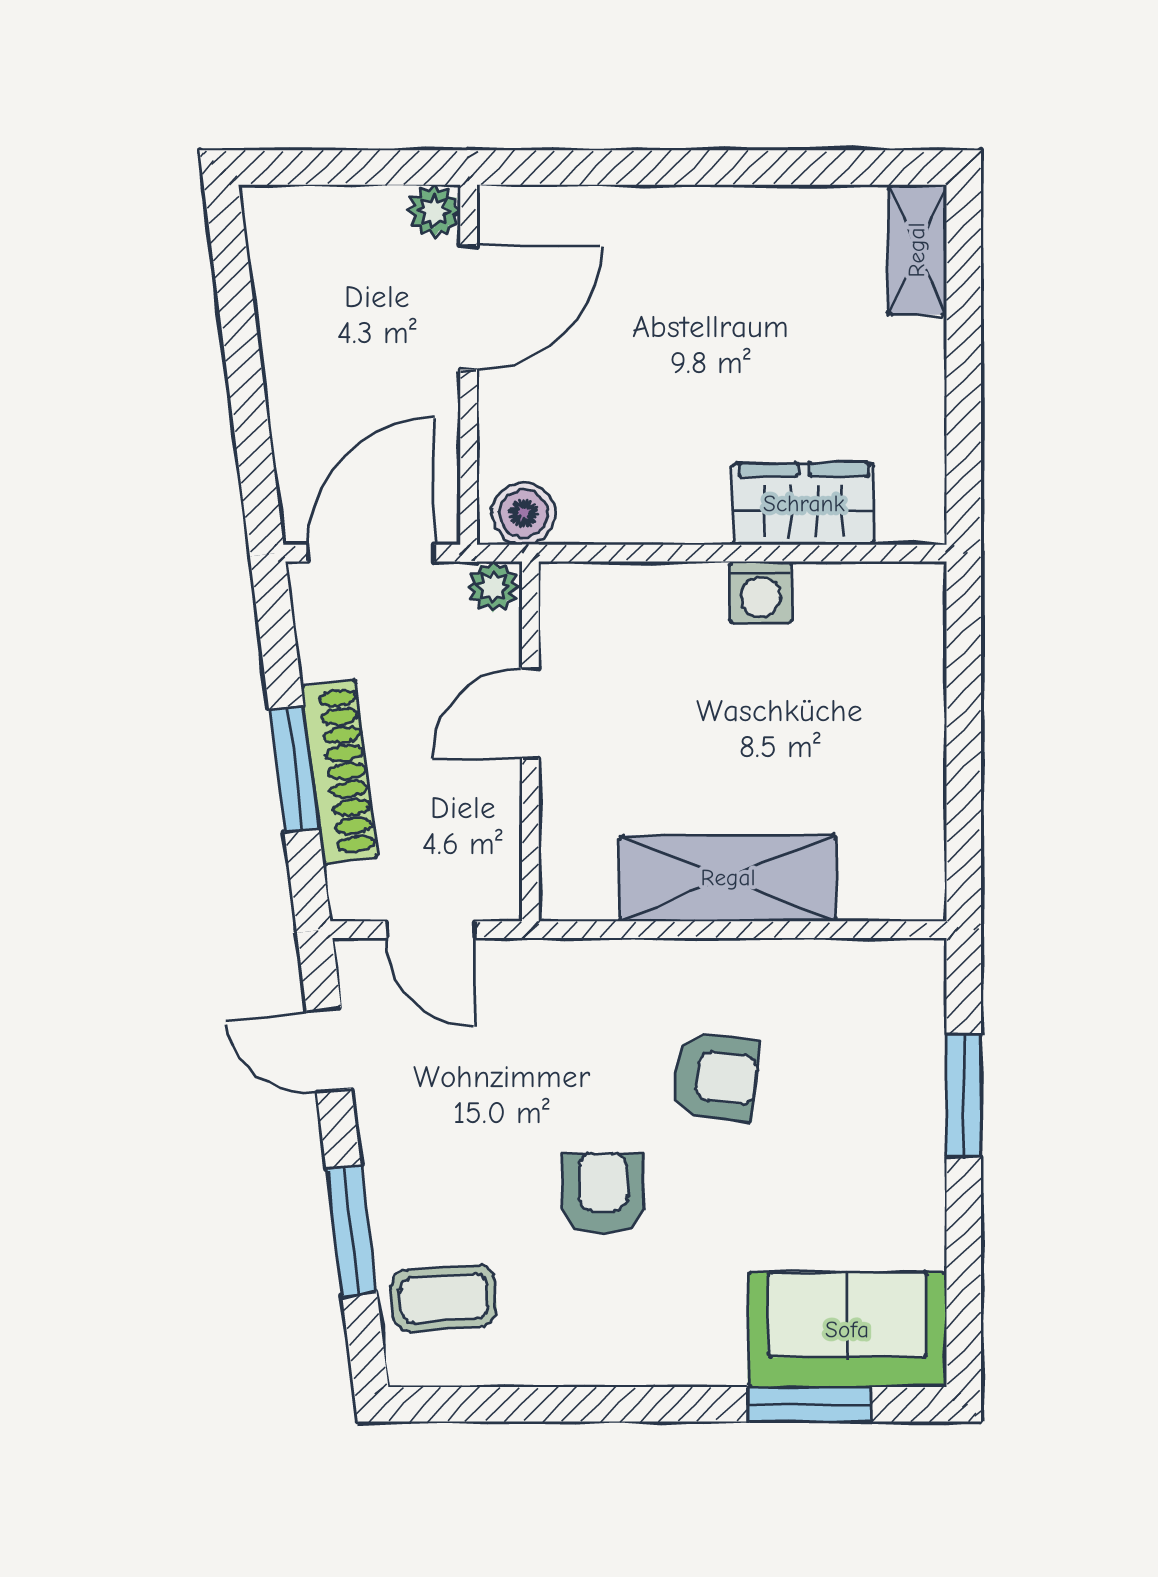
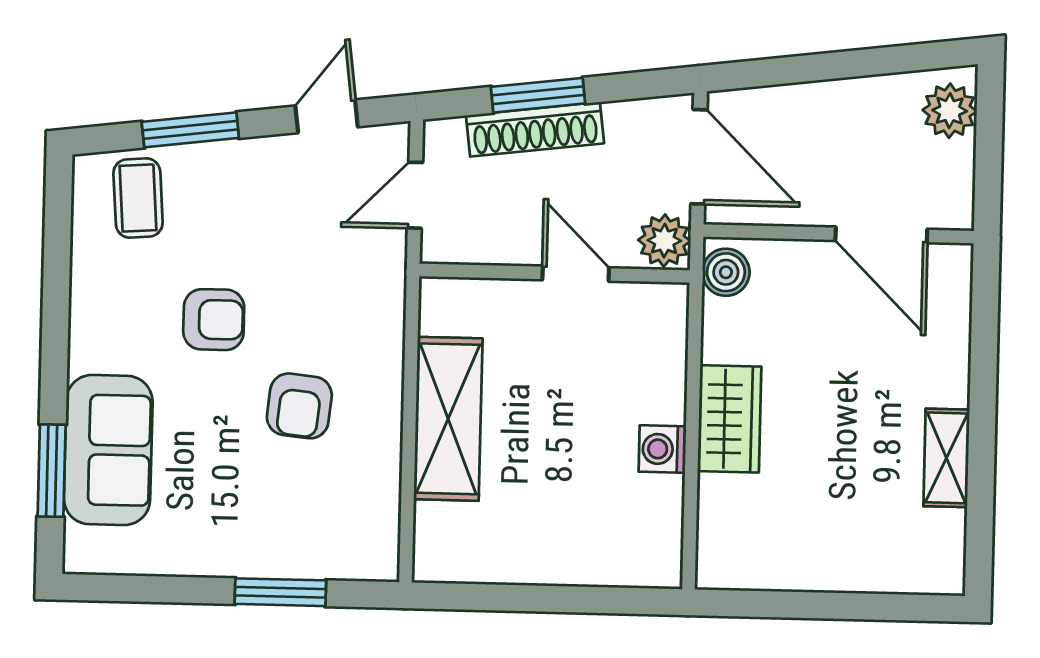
plant: (434, 211) -> (950, 111), moved, width x1.38, depth x1.38
shelving: (917, 250) -> (946, 458), moved, turned 90
wardrobe: (804, 504) -> (729, 419), moved
plant: (493, 587) -> (664, 241), width x1.38, depth x1.38
sofa: (847, 1330) -> (108, 450), moved

